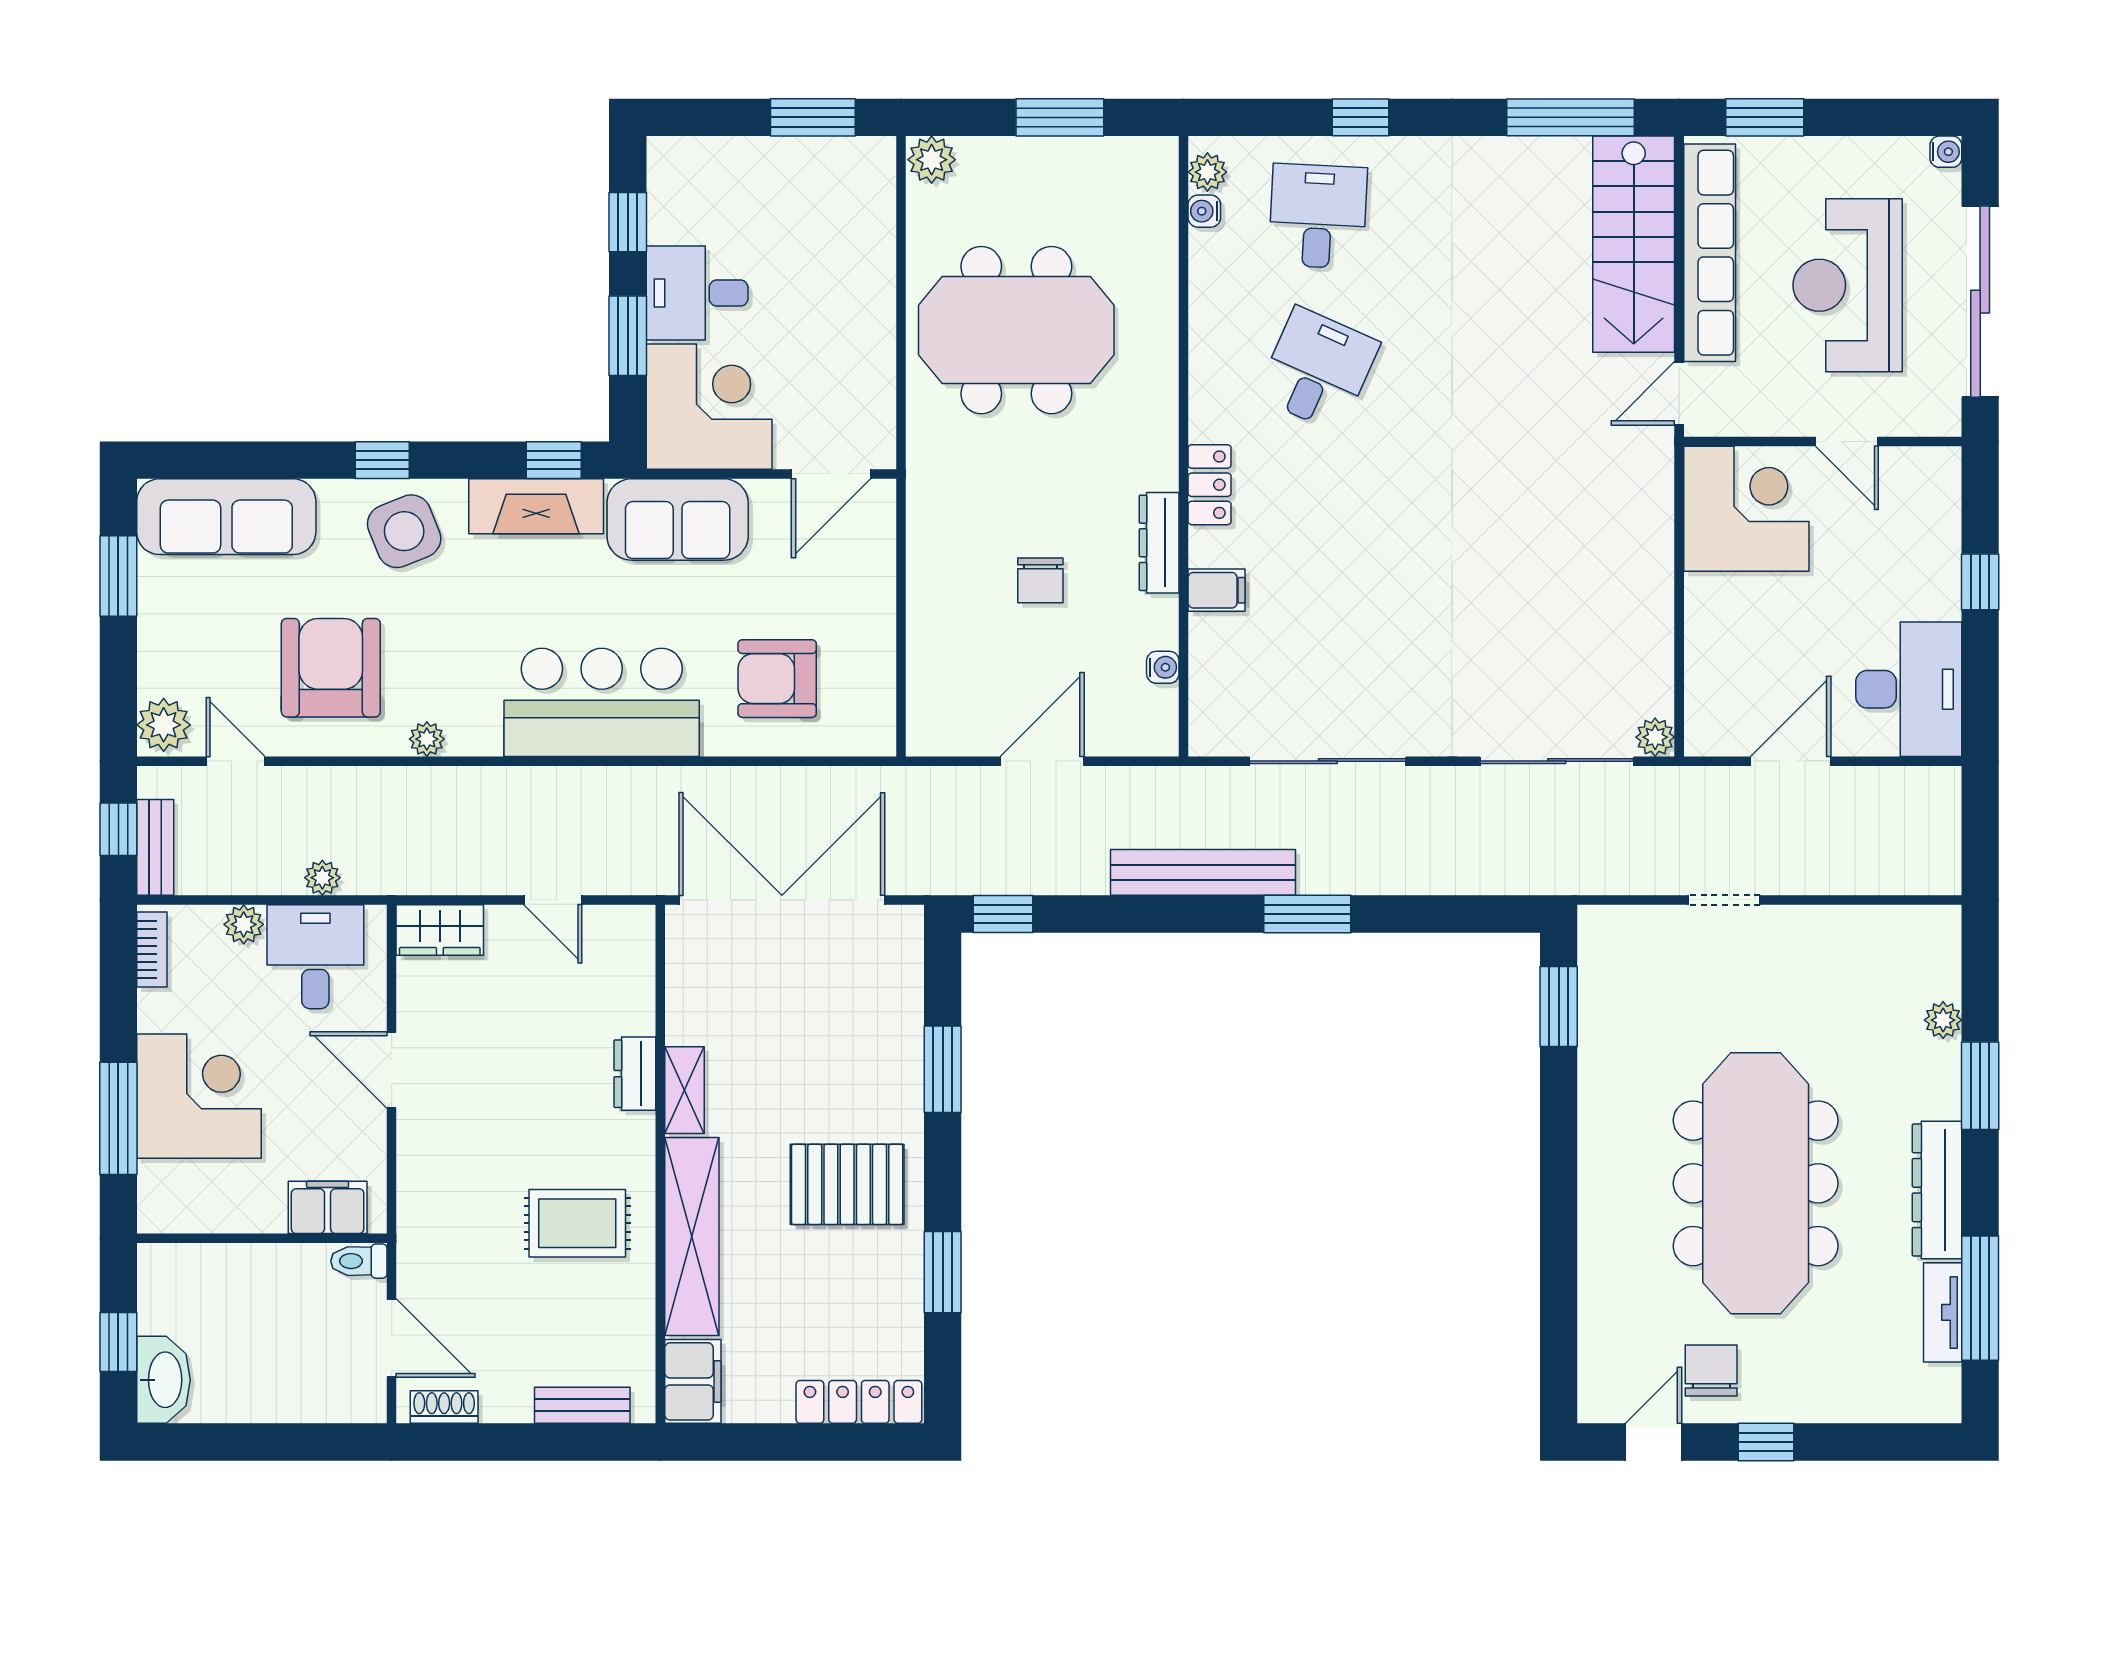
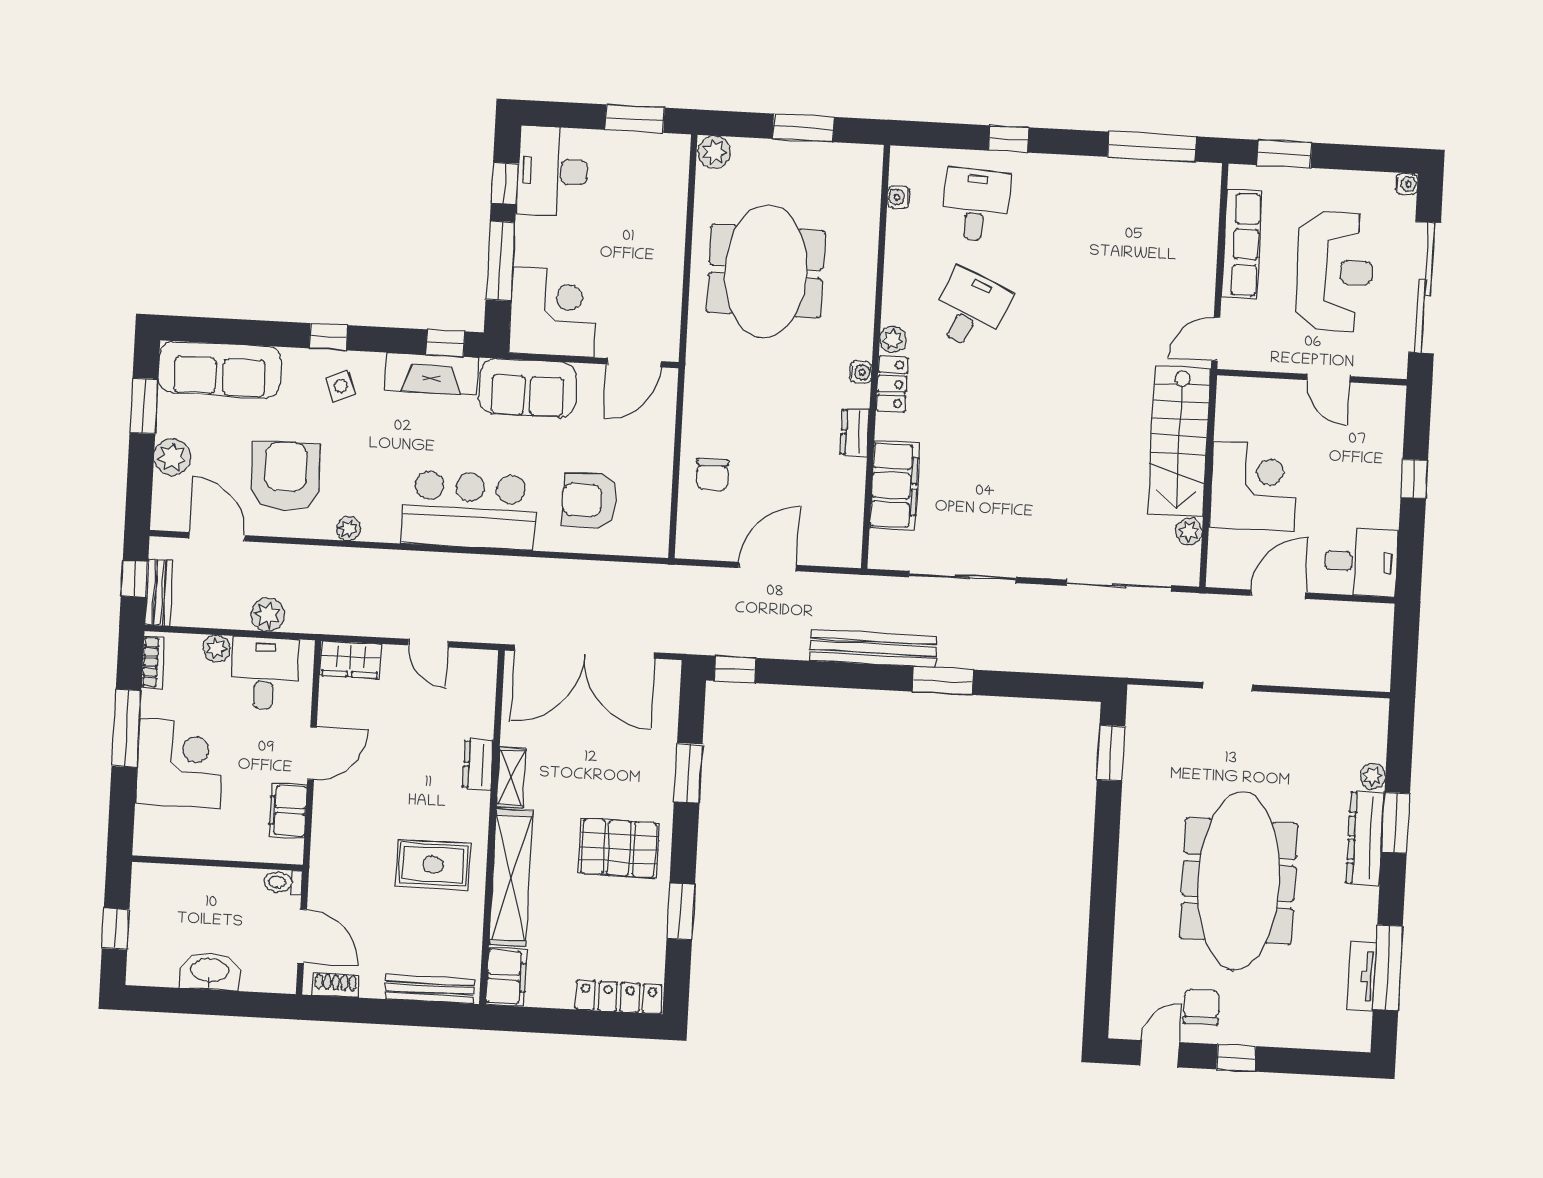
plant: (1207, 172) -> (893, 339), moved
stairs: (1634, 244) -> (1179, 441), moved
row of seats: (1710, 253) -> (1242, 244), width x0.73
reception desk: (1848, 285) -> (1335, 271), turned 180
desk: (697, 293) -> (553, 171), moved, width x1.37
meeting table: (1016, 330) -> (766, 271), turned 90
window: (628, 336) -> (500, 261), width x1.44
corner desk: (1746, 509) -> (1254, 487), moved
side table: (404, 531) -> (341, 386), width x0.54, depth x0.54
dresser: (1159, 543) -> (855, 432), width x0.70
chair: (1040, 580) -> (712, 475), moved
filing cabinet: (1217, 590) -> (894, 485), width x3.00, depth x1.17
water cooler: (1163, 667) -> (861, 372), moved
desk: (1909, 689) -> (1361, 562), width x0.73
plant: (164, 725) -> (172, 457), moved
plant: (1655, 737) -> (1189, 531), moved
door: (236, 761) -> (217, 537), width x1.37
plant: (322, 878) -> (268, 615), width x1.38, depth x1.38
double door: (782, 900) -> (585, 652), swing flipped
door: (392, 1070) -> (312, 753), swing flipped
window: (118, 1118) -> (126, 728), moved
dresser: (1937, 1190) -> (1365, 838), moved
filing cabinet: (328, 1207) -> (288, 811), moved, turned -90
washbasin: (164, 1380) -> (210, 971), moved, turned -90
bench: (582, 1405) -> (430, 989), width x1.36

